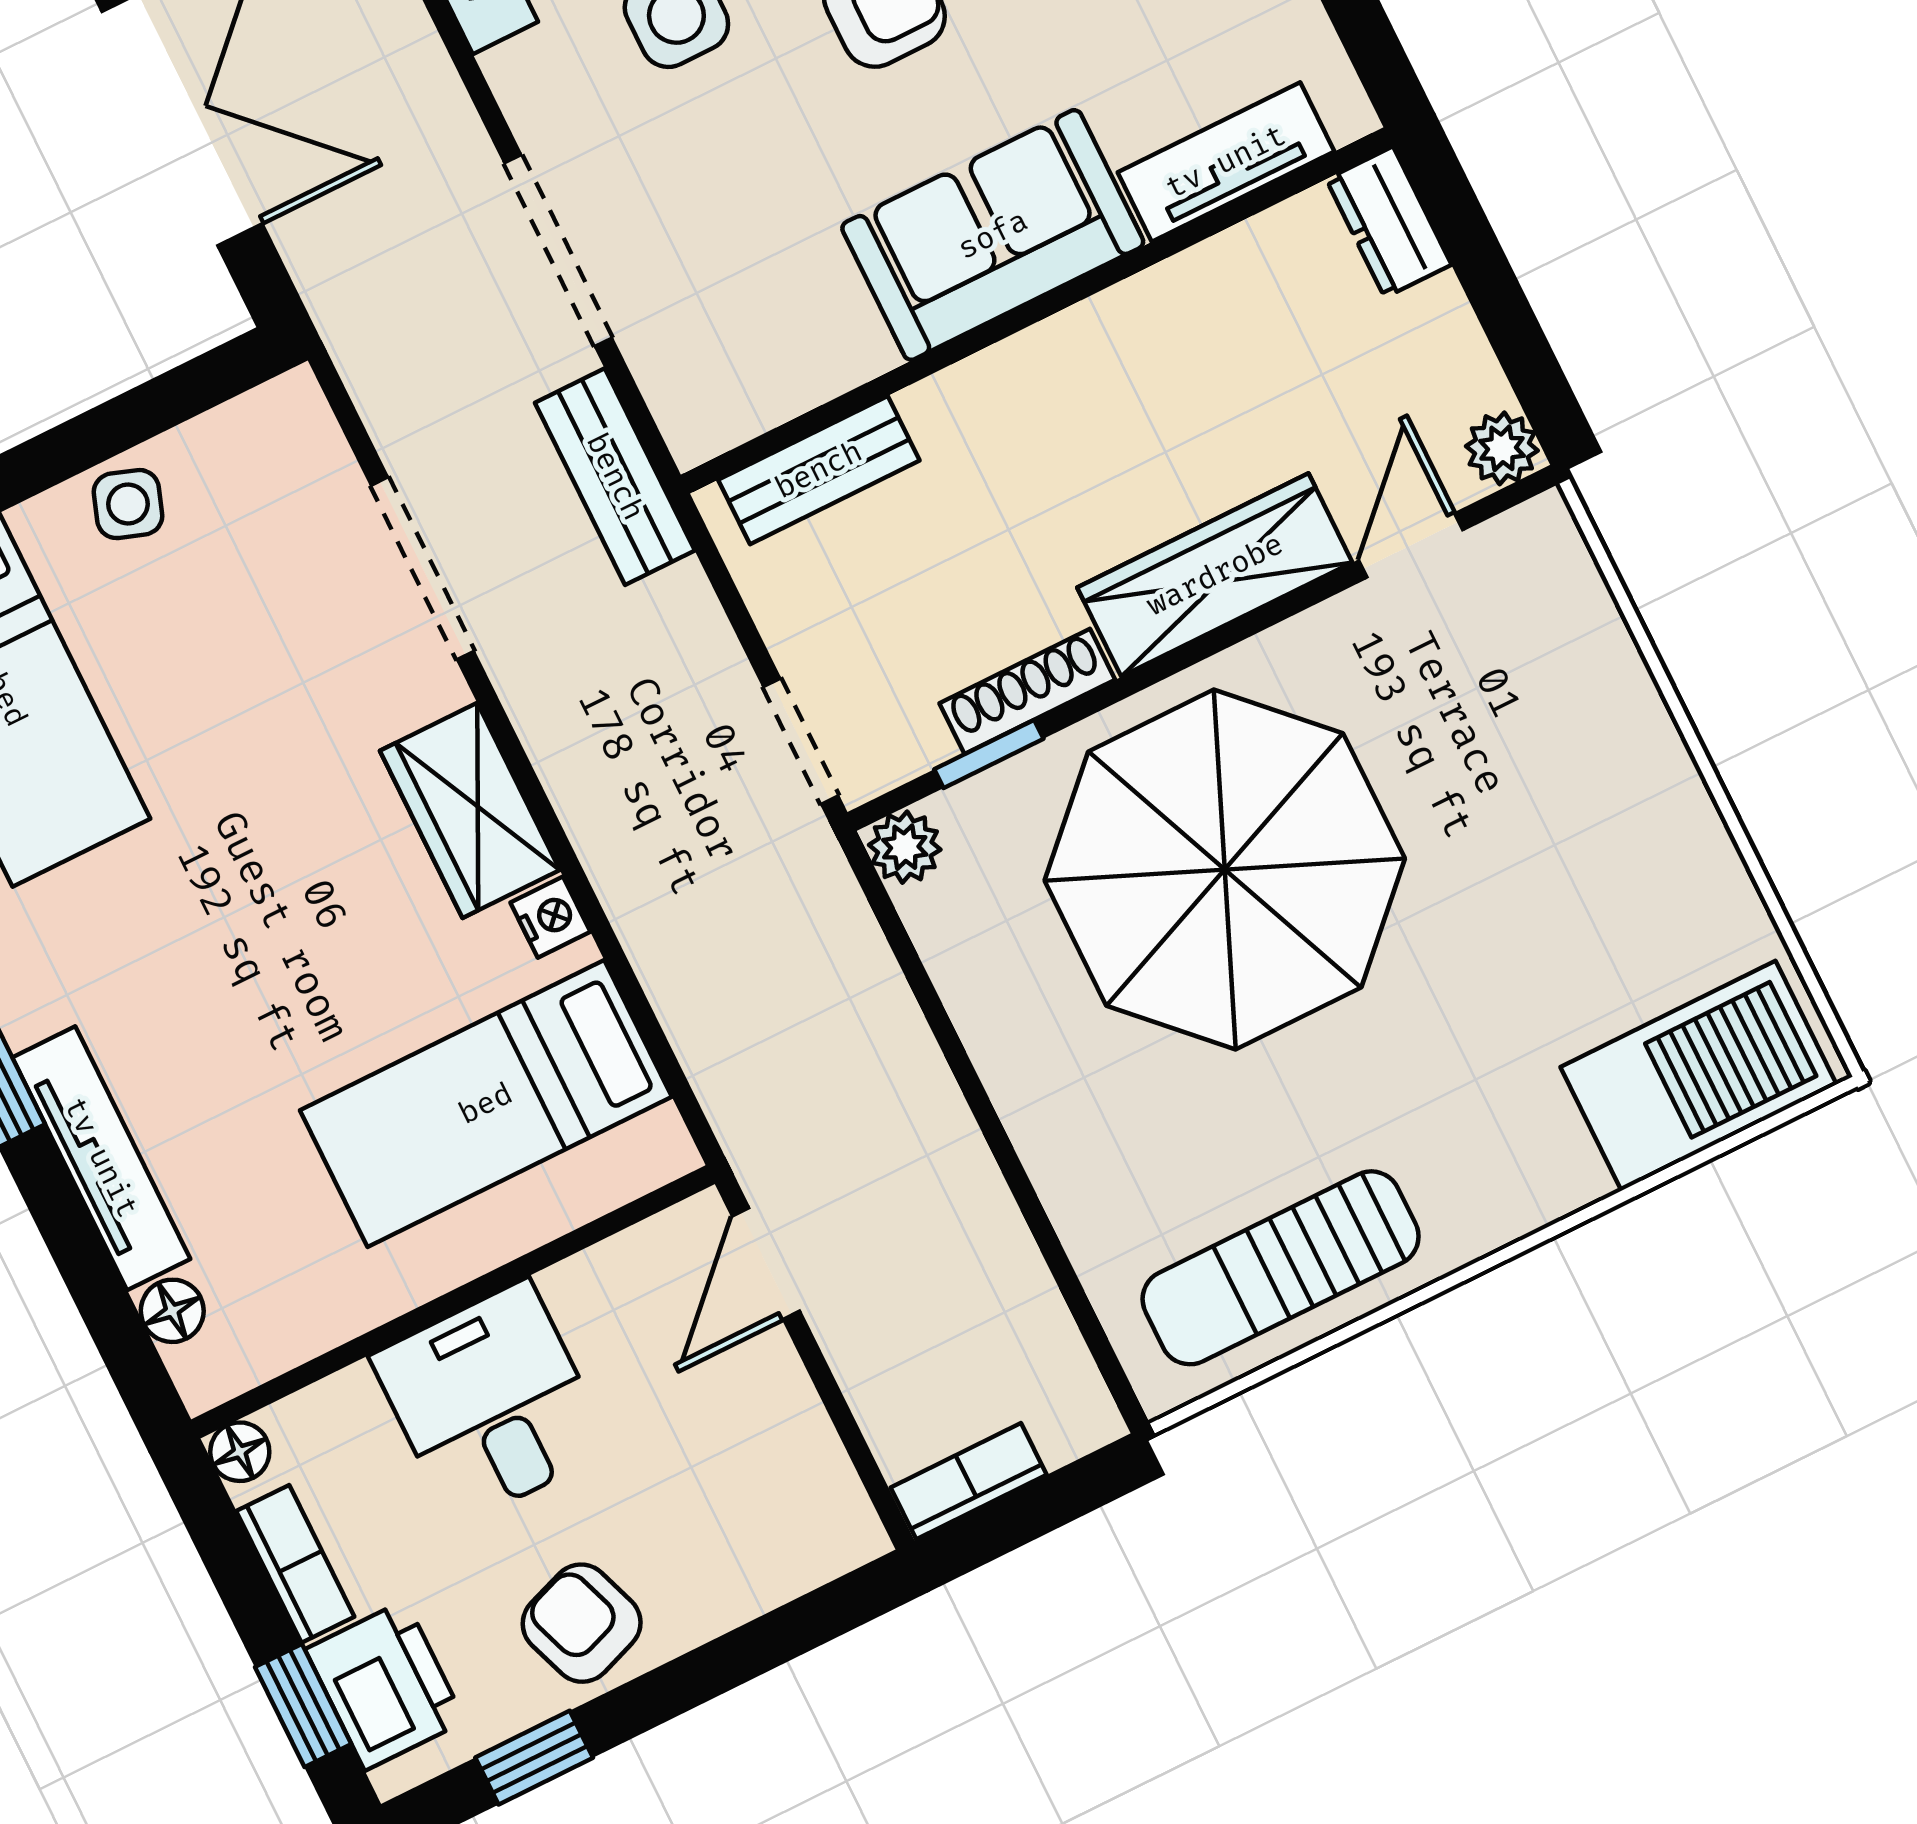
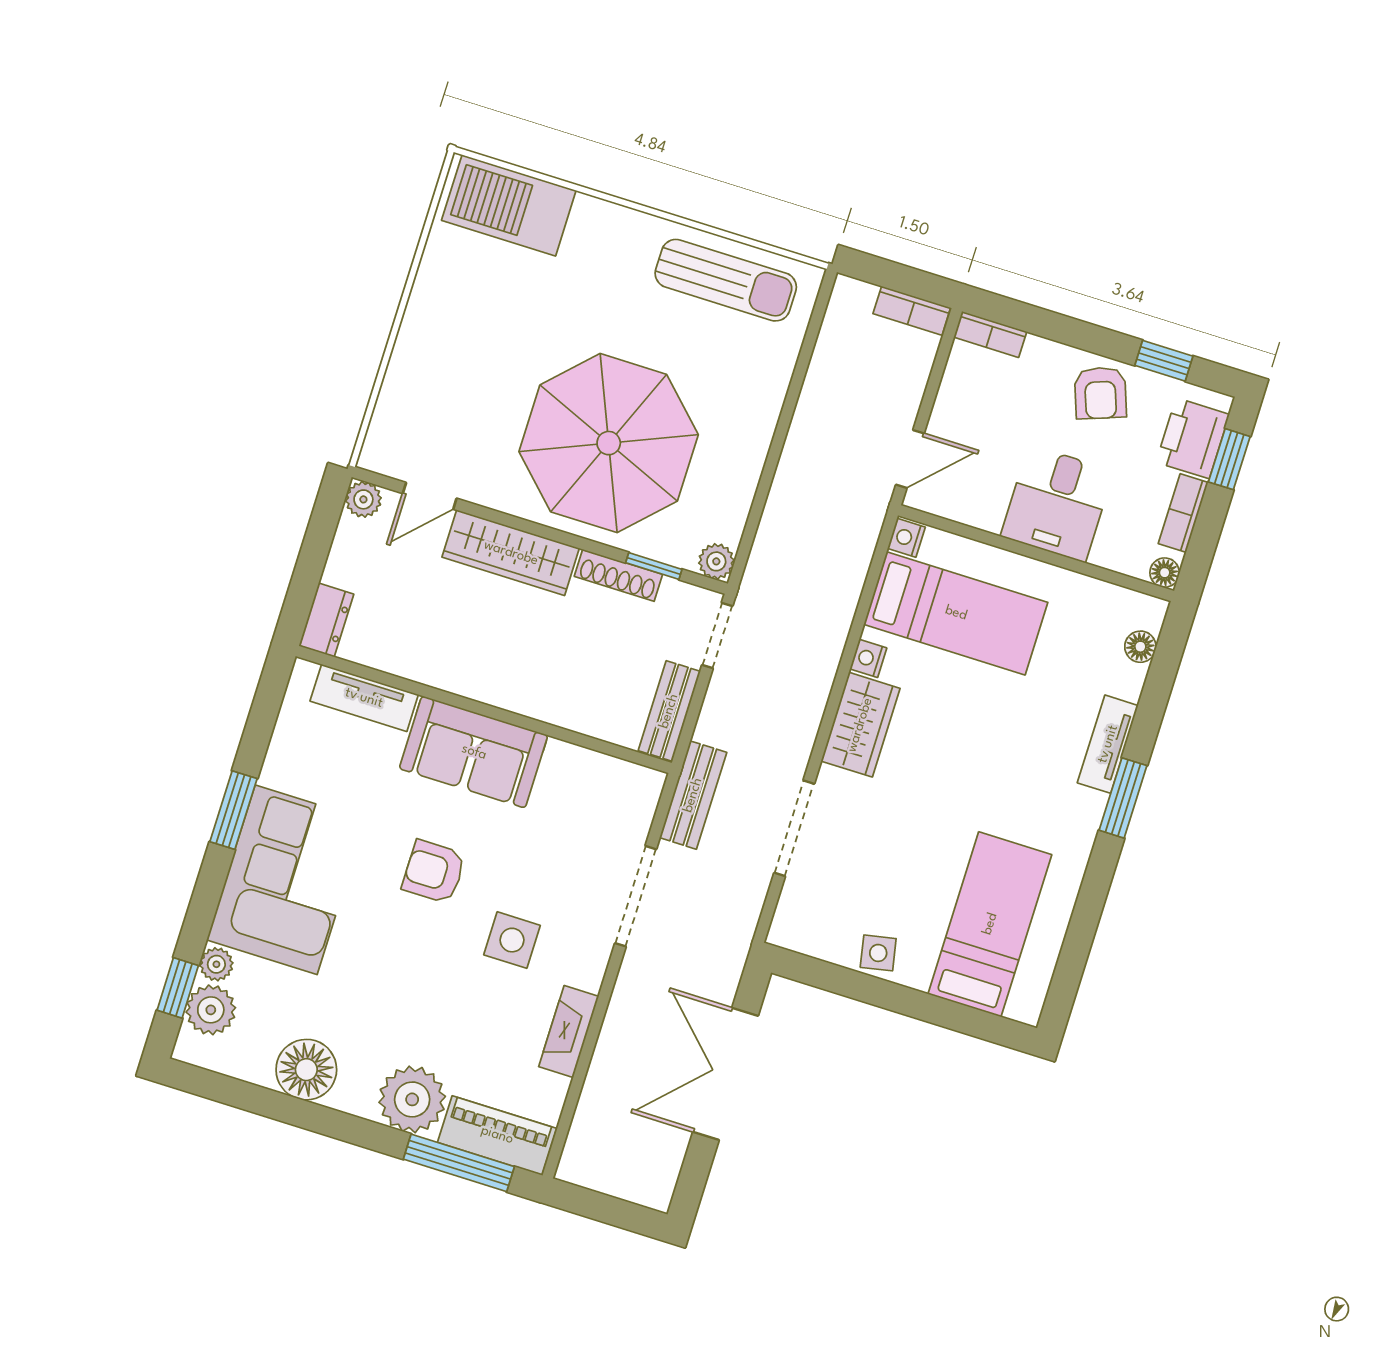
bench: (819, 470) -> (669, 711), moved, turned 90
side table: (128, 504) -> (878, 953), turned -30
nightstand: (662, 1145) -> (906, 538), added
tv unit: (101, 1158) -> (1108, 744), width x0.71
bookcase: (822, 1555) -> (990, 334), added

